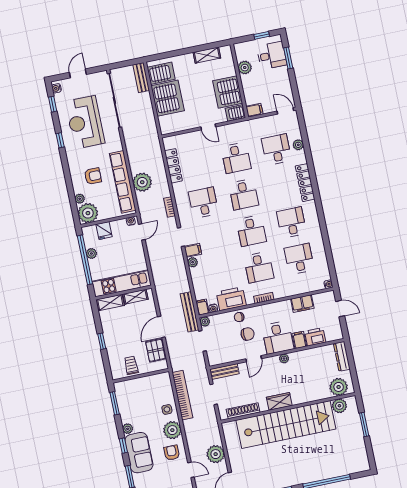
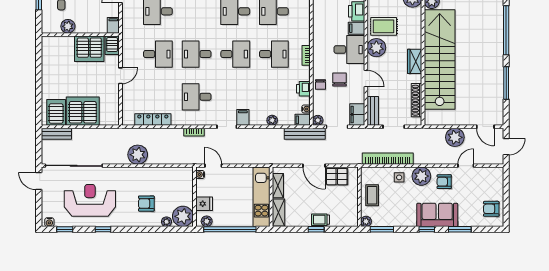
shelving: (207, 55) -> (47, 62), removed
door: (78, 73) -> (39, 181), moved
reception desk: (85, 122) -> (90, 200), turned 180
armchair: (93, 176) -> (146, 204), turned -90
row of seats: (123, 182) -> (158, 175), removed
plant: (142, 182) -> (138, 155), moved
desk: (244, 194) -> (197, 54), turned 180
plant: (91, 253) -> (207, 221), moved
plant: (193, 262) -> (272, 120), moved
printer: (231, 299) -> (303, 89), width x0.53, depth x0.68
filing cabinet: (302, 303) -> (357, 114), moved, turned 180
plant: (284, 359) -> (376, 48), width x1.87, depth x1.87
trolley: (131, 365) -> (321, 220), moved
rug: (306, 365) -> (384, 26), added
coffee table: (145, 387) -> (372, 195), added
plant: (128, 429) -> (366, 221), moved

